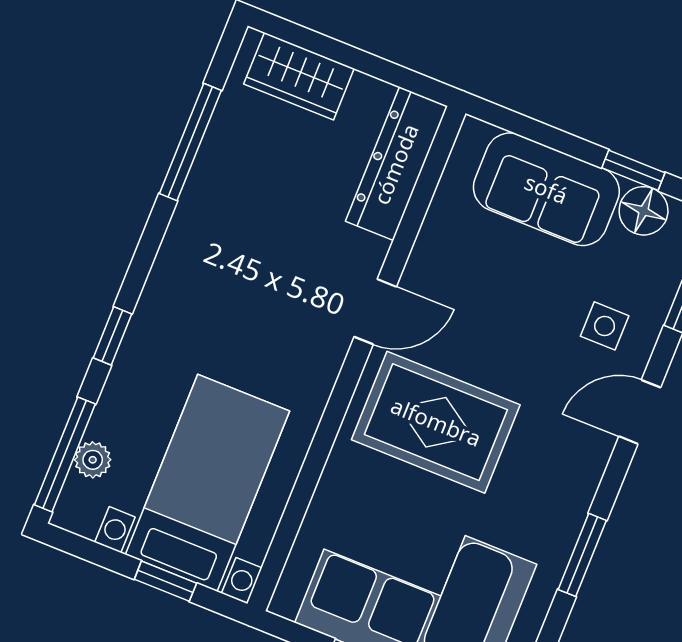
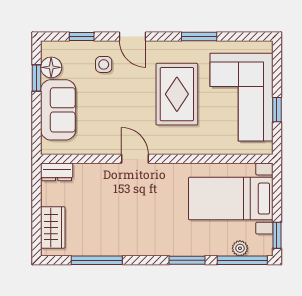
dresser: (396, 164) -> (57, 172), width x0.51, depth x0.80
window: (112, 336) -> (187, 260), width x1.50
rug: (436, 422) -> (177, 94), moved
window: (165, 581) -> (277, 235), moved

